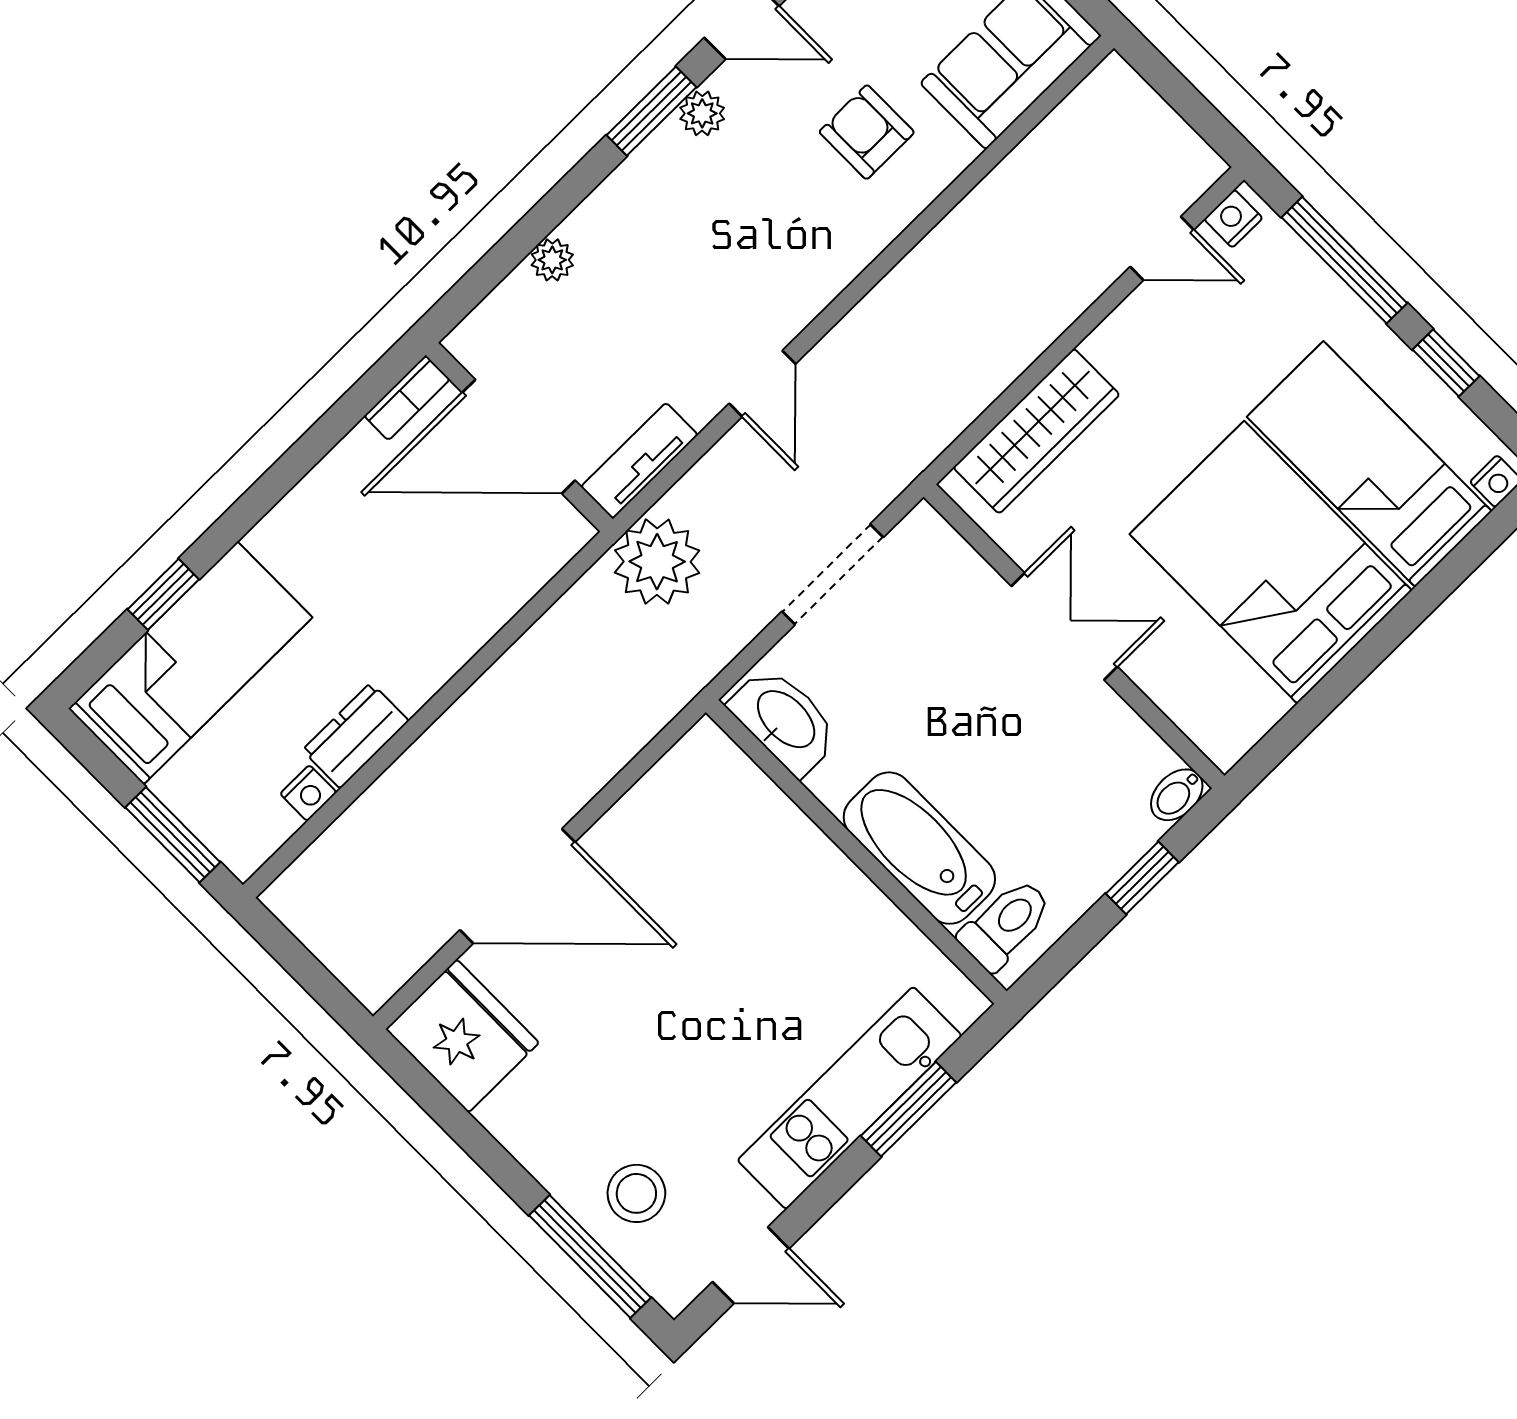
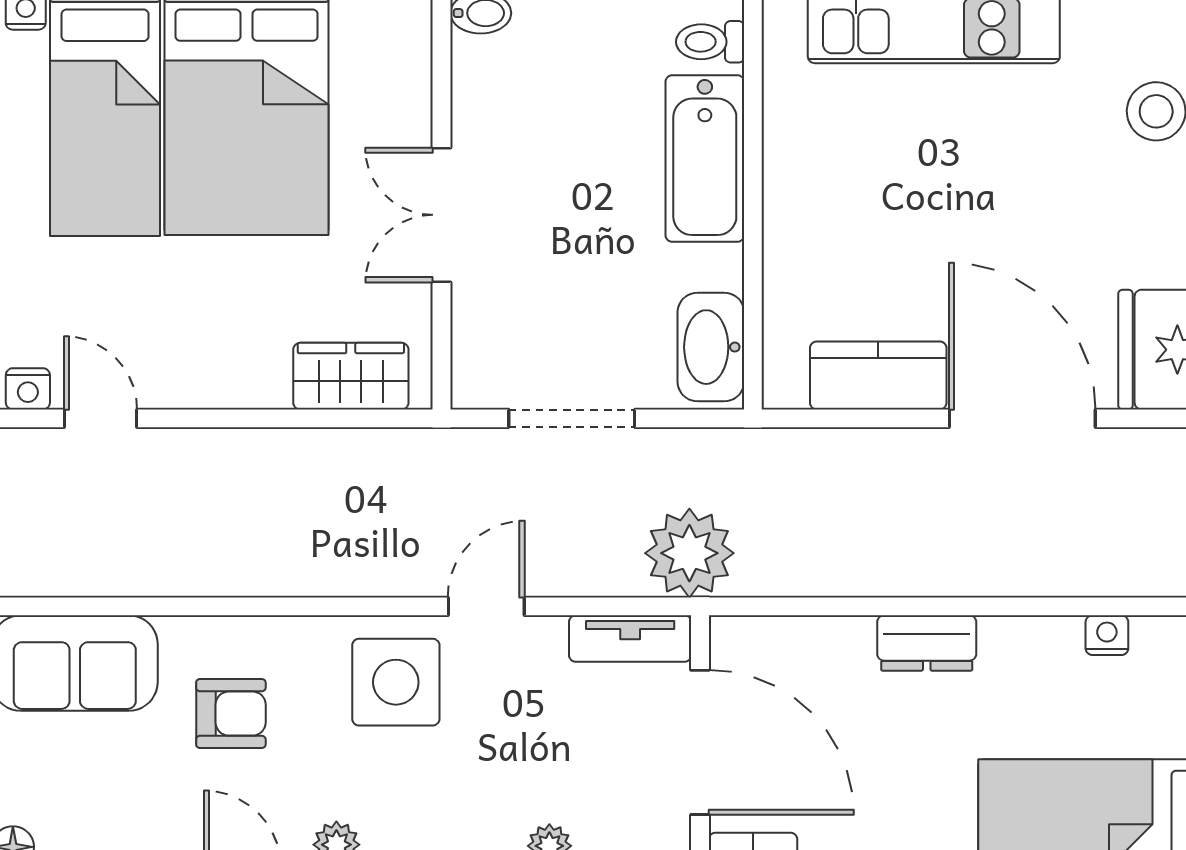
armchair: (867, 132) -> (231, 714), turned -90
side table: (773, 268) -> (396, 682), added
wardrobe: (1036, 431) -> (351, 376), width x0.67
dresser: (356, 735) -> (927, 643), moved
kitchen counter: (648, 816) -> (878, 375), added
toilet: (1006, 924) -> (710, 42), width x0.73, depth x0.72

